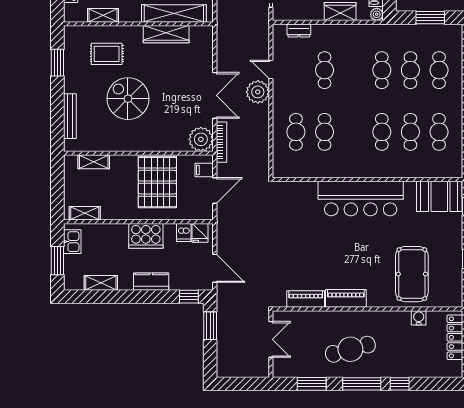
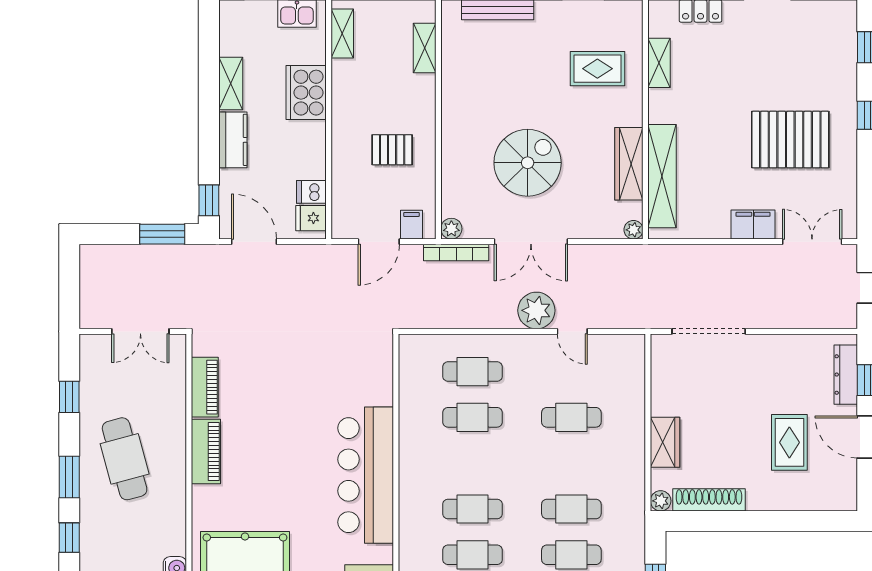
dresser: (299, 30) -> (635, 376), removed
plant: (207, 31) -> (634, 230), added
rug: (107, 54) -> (597, 69), turned 90
door: (271, 70) -> (572, 331), swing flipped
spiral stairs: (128, 99) -> (528, 163), moved
plant: (201, 139) -> (451, 229), width x0.53, depth x0.53
pallet: (157, 182) -> (392, 150), width x0.49, depth x0.50
door: (215, 190) -> (379, 242), hinge flipped
cooker: (146, 236) -> (306, 93), moved
door: (215, 268) -> (254, 242), swing flipped
shelving: (101, 283) -> (231, 83), moved
window: (312, 384) -> (69, 397), width x0.67
window: (362, 384) -> (69, 477), width x0.69

